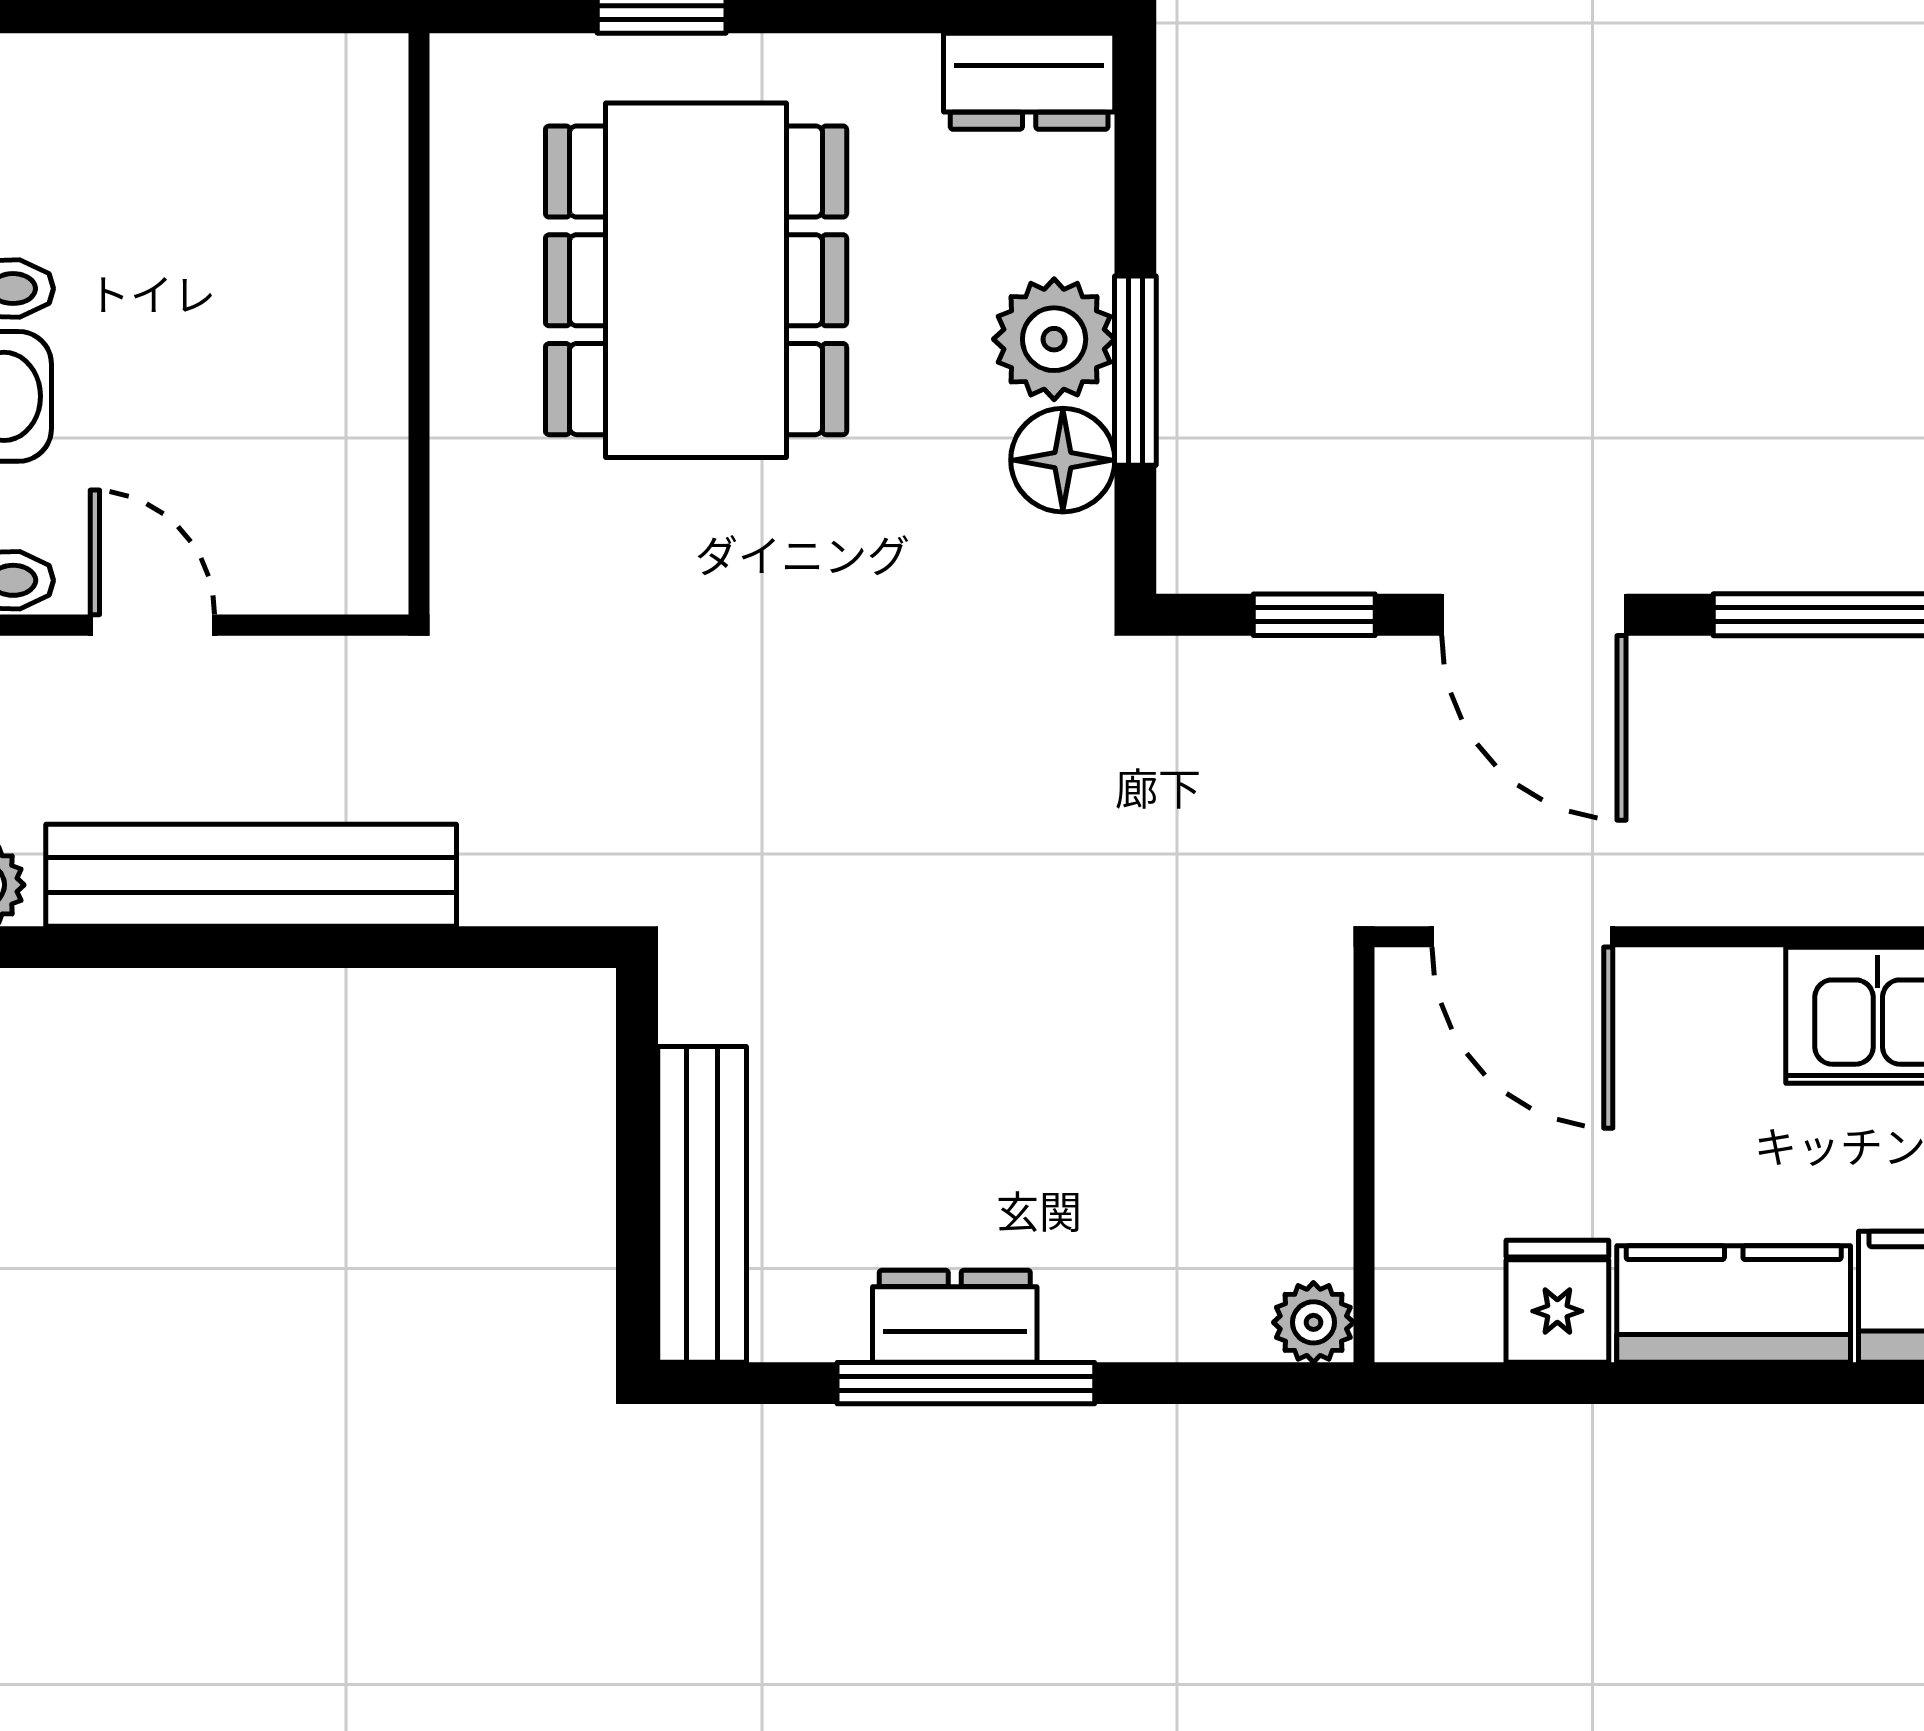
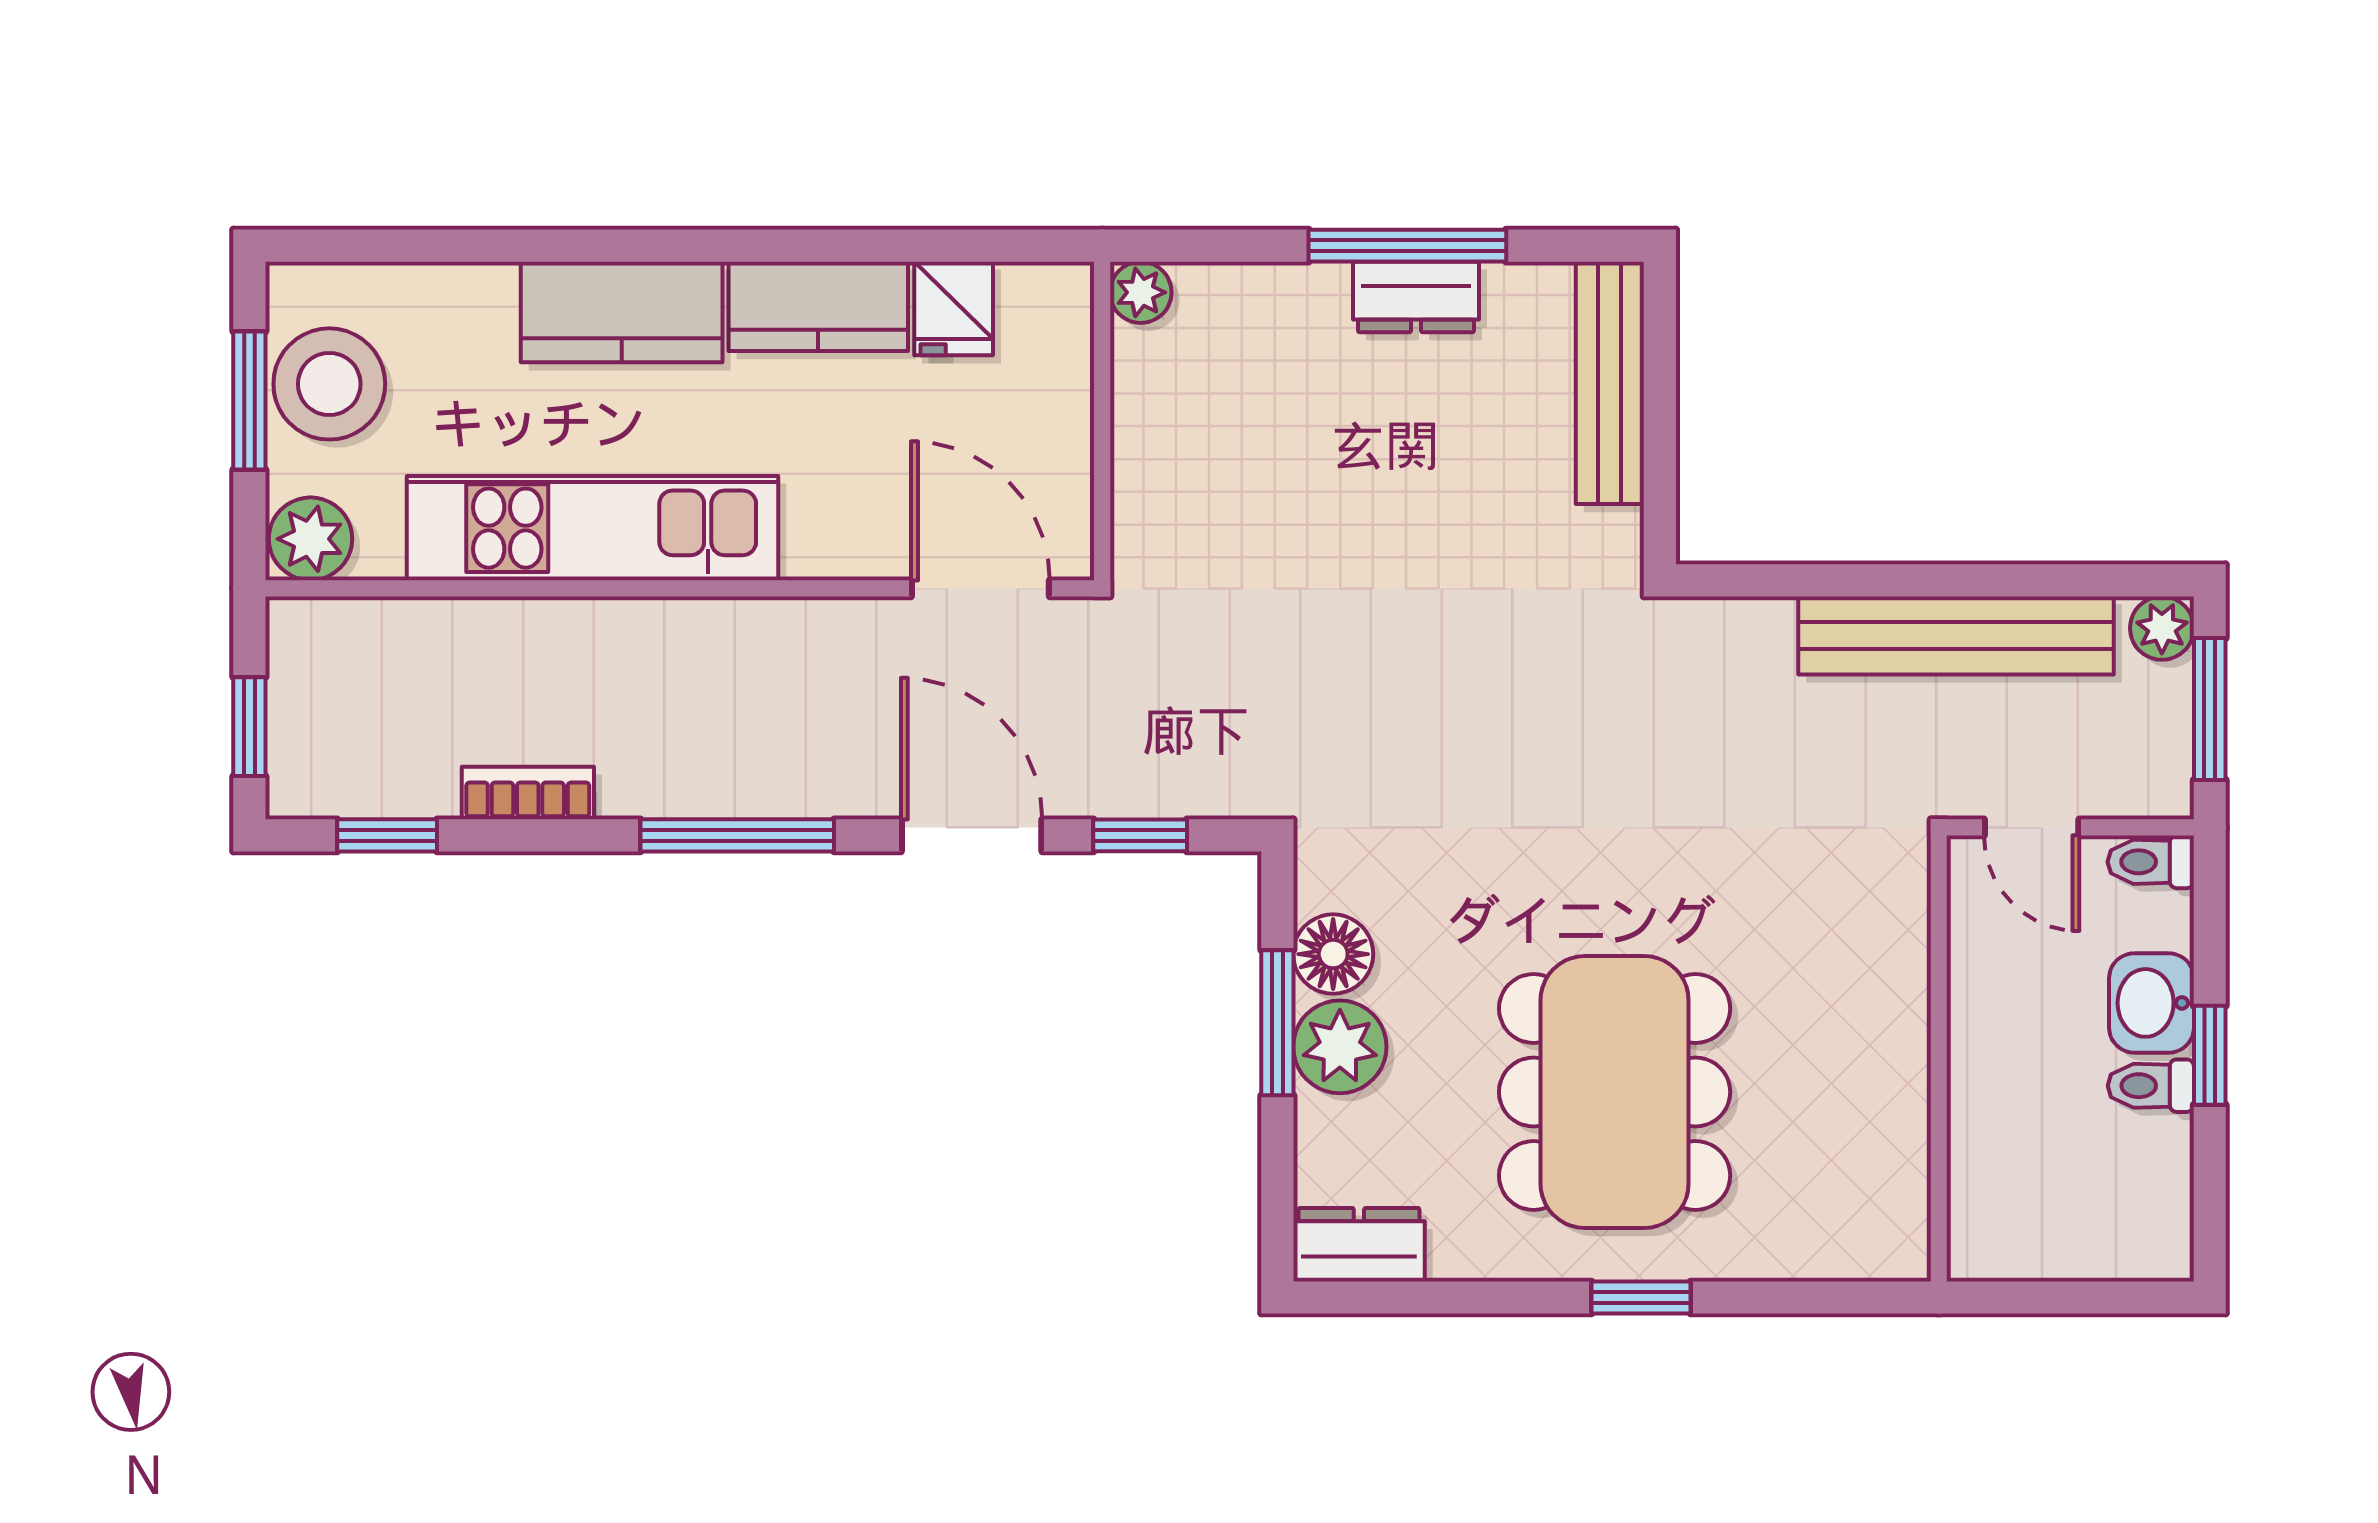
wall: (419, 324) -> (1939, 1058), moved

